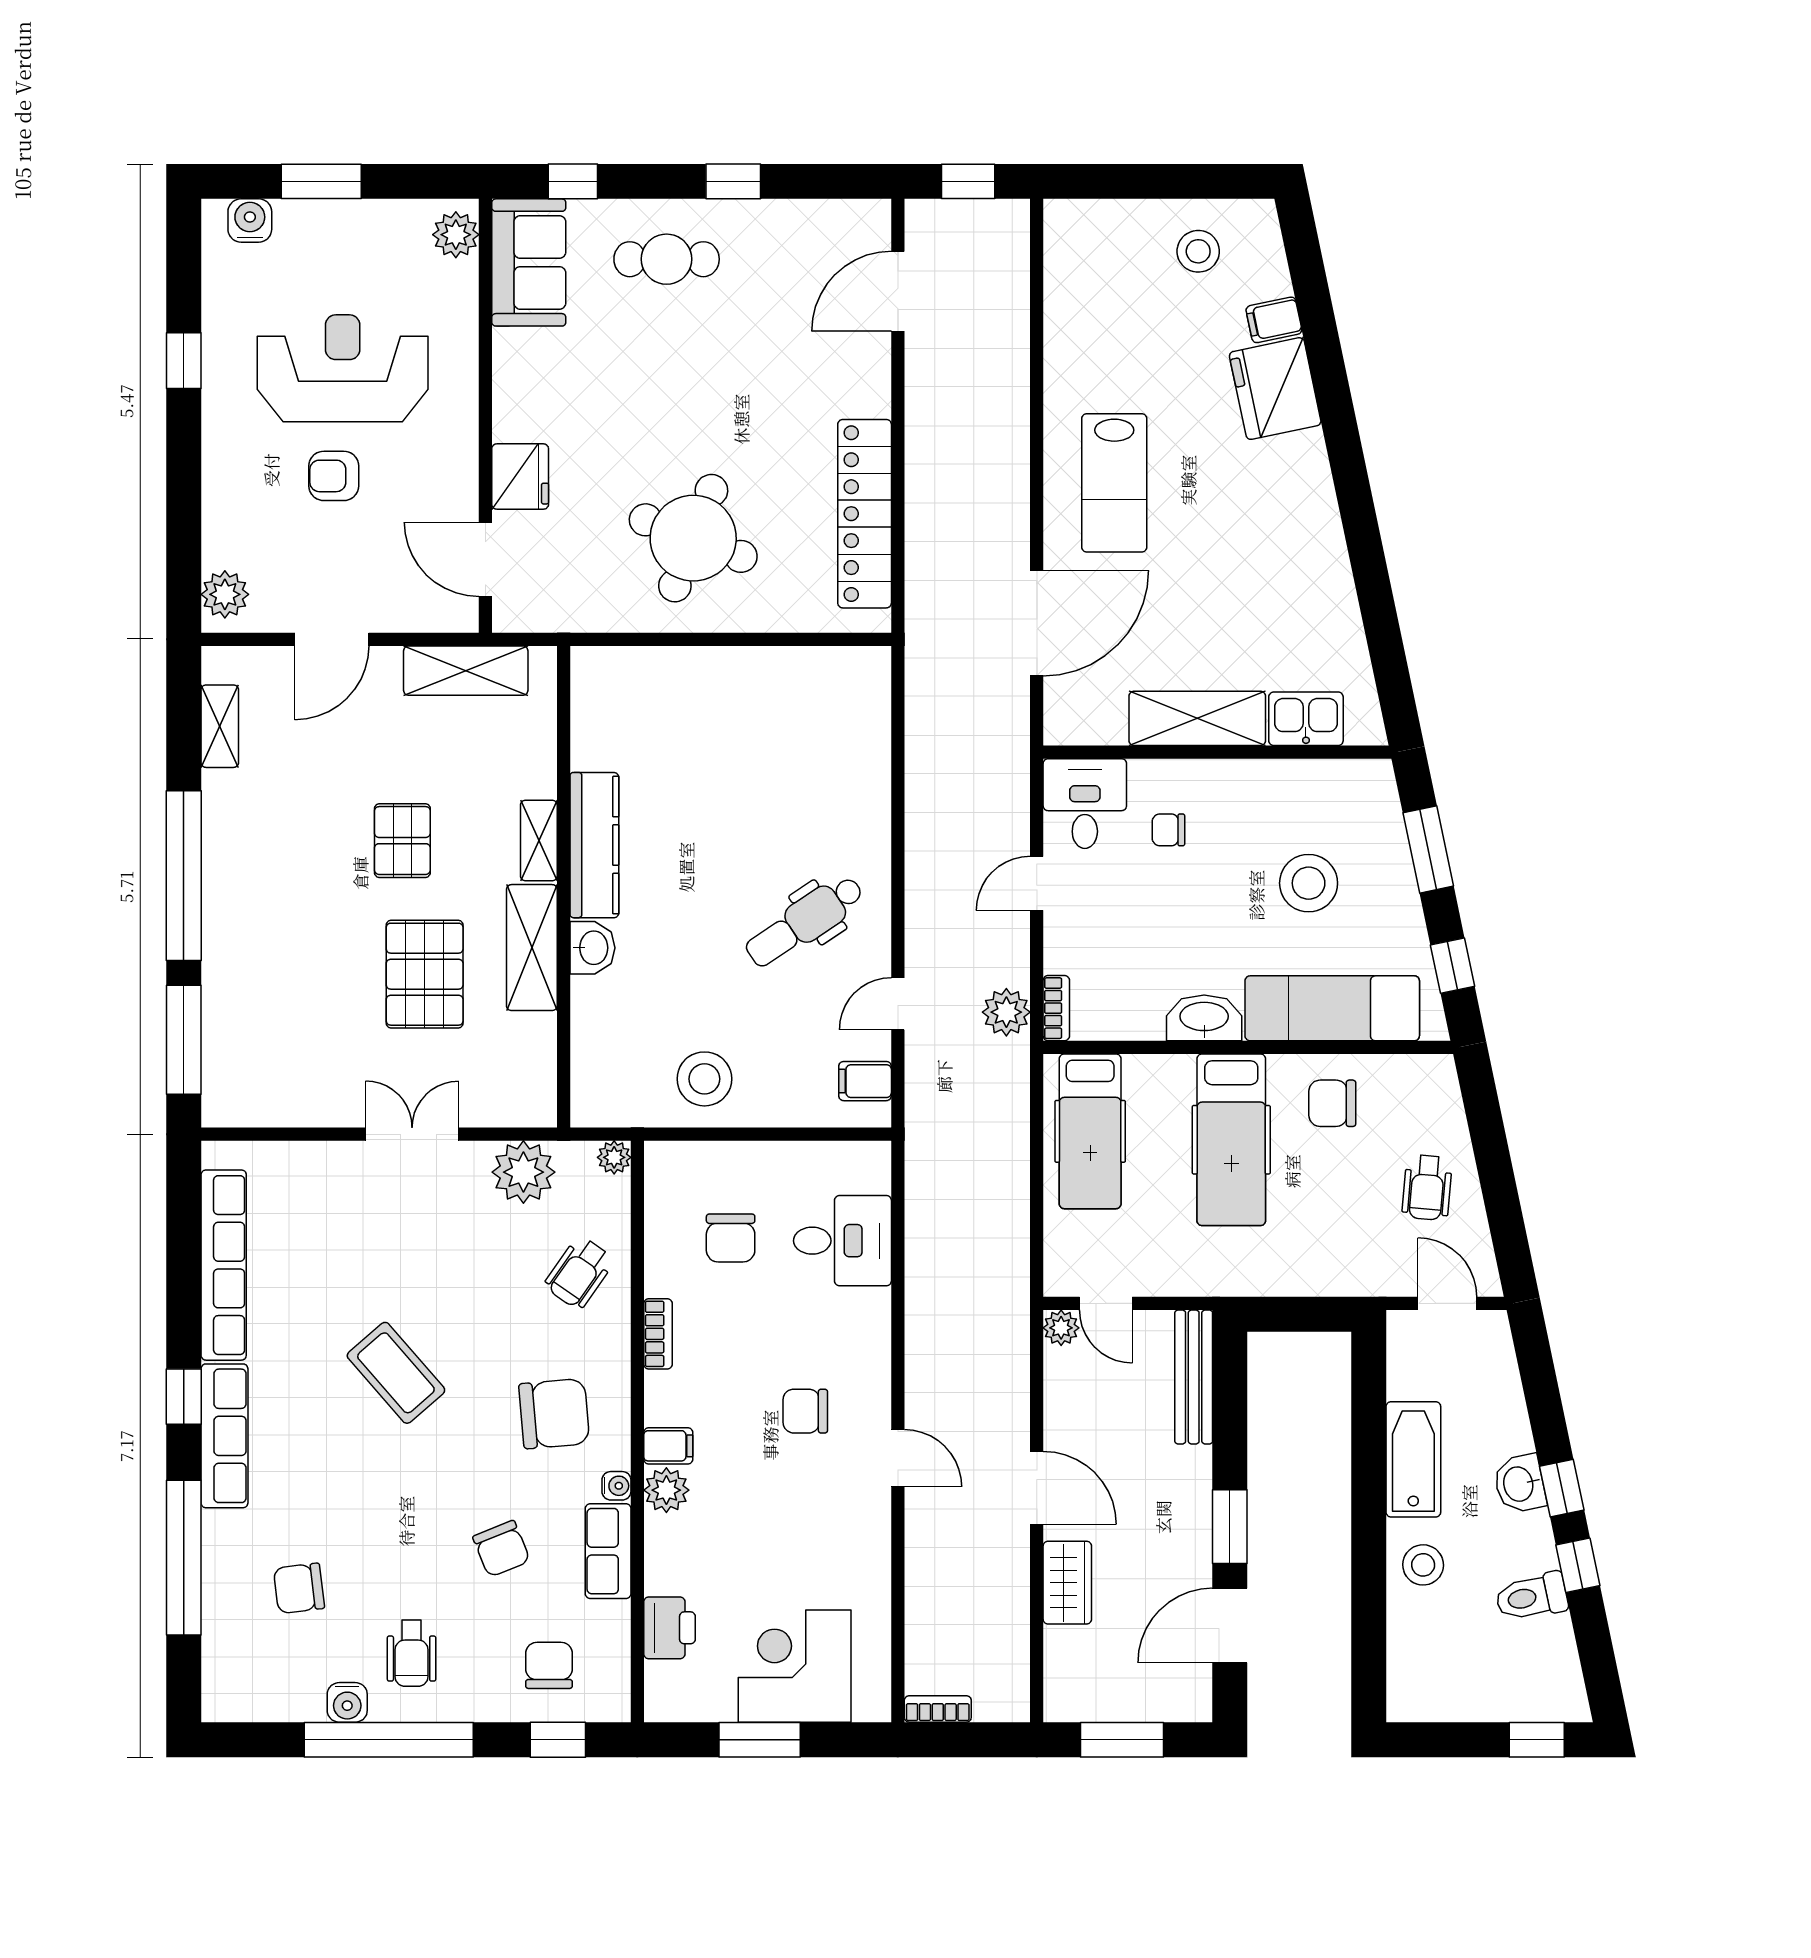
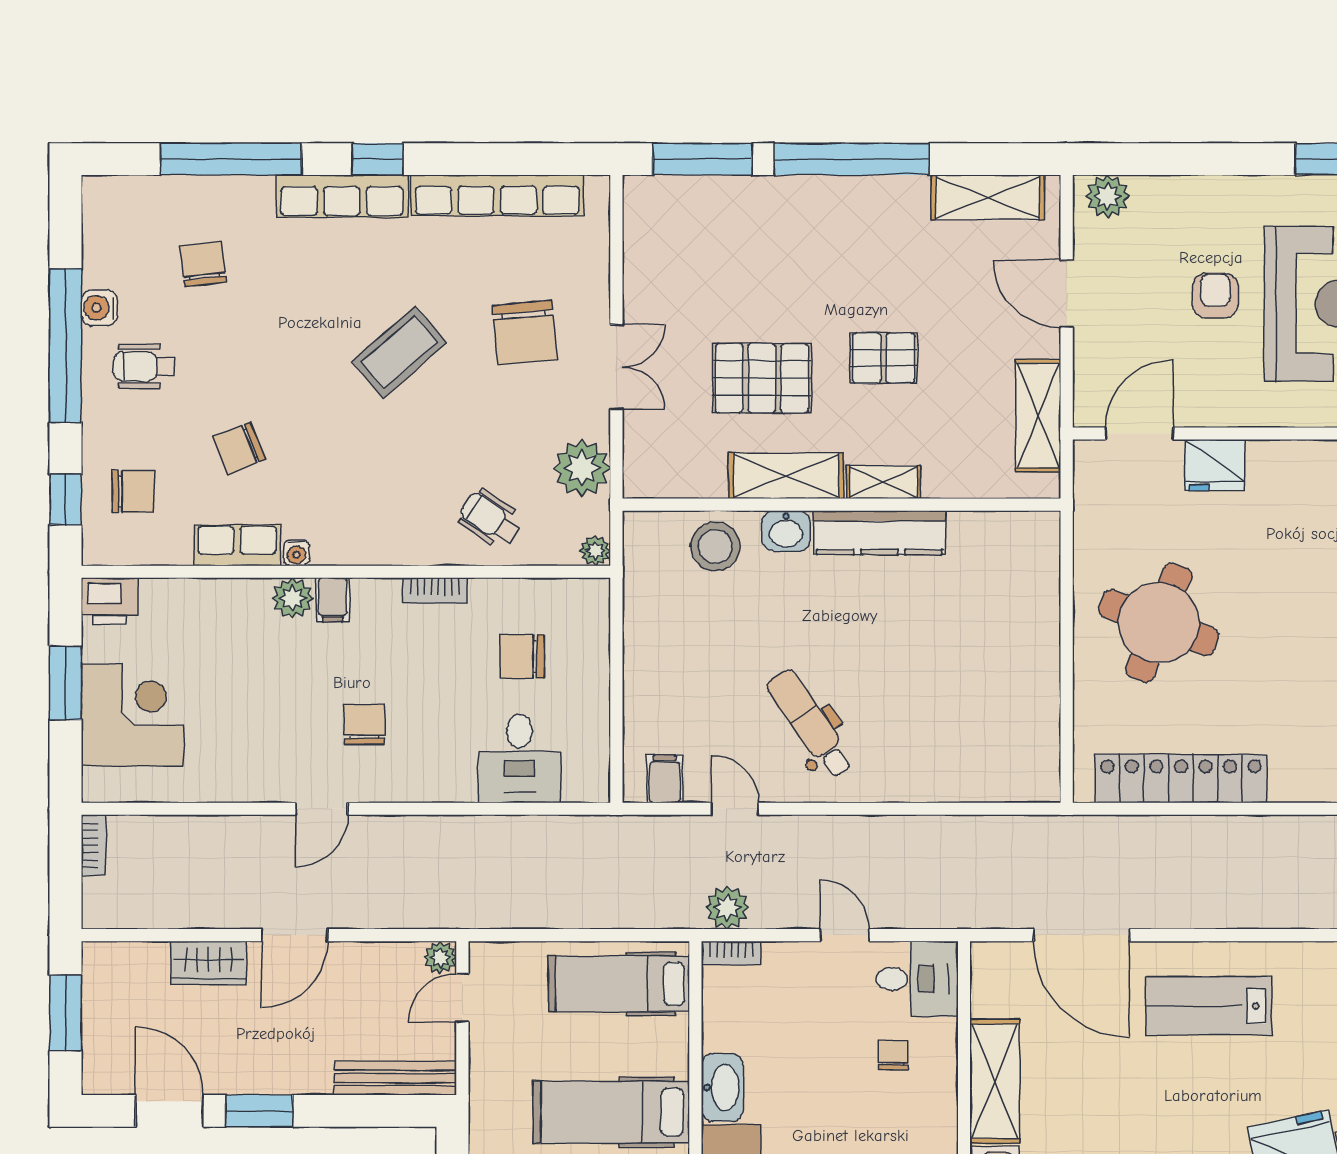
shelving: (220, 726) -> (988, 197), width x1.50, depth x1.33
stool: (704, 1079) -> (715, 546), moved
chair: (554, 1414) -> (525, 333), moved
printer: (669, 1628) -> (109, 601), moved

